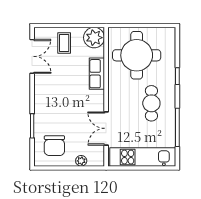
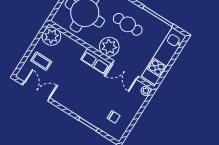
row of seats: (97, 74) -> (96, 61), moved
plant: (119, 99) -> (109, 47), added
chair: (54, 146) -> (114, 117), width x0.54, depth x0.54
plant: (81, 161) -> (146, 91), moved

